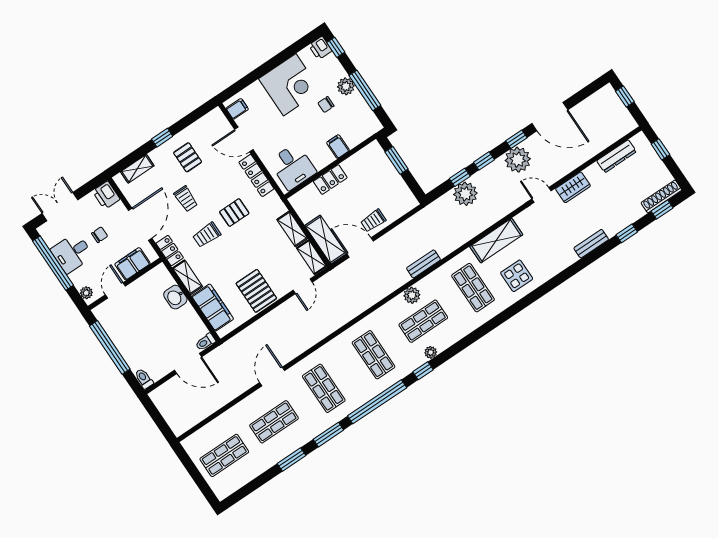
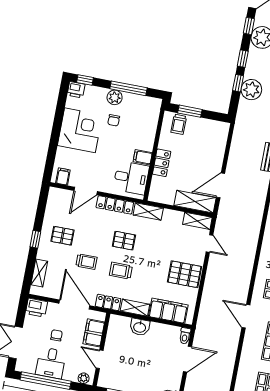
filing cabinet: (338, 147) -> (143, 157), moved
pallet: (234, 213) -> (124, 241), turned 90
trolley: (373, 221) -> (179, 124), moved
shelving: (292, 229) -> (148, 212), moved
trolley: (207, 235) -> (121, 271), turned 90

